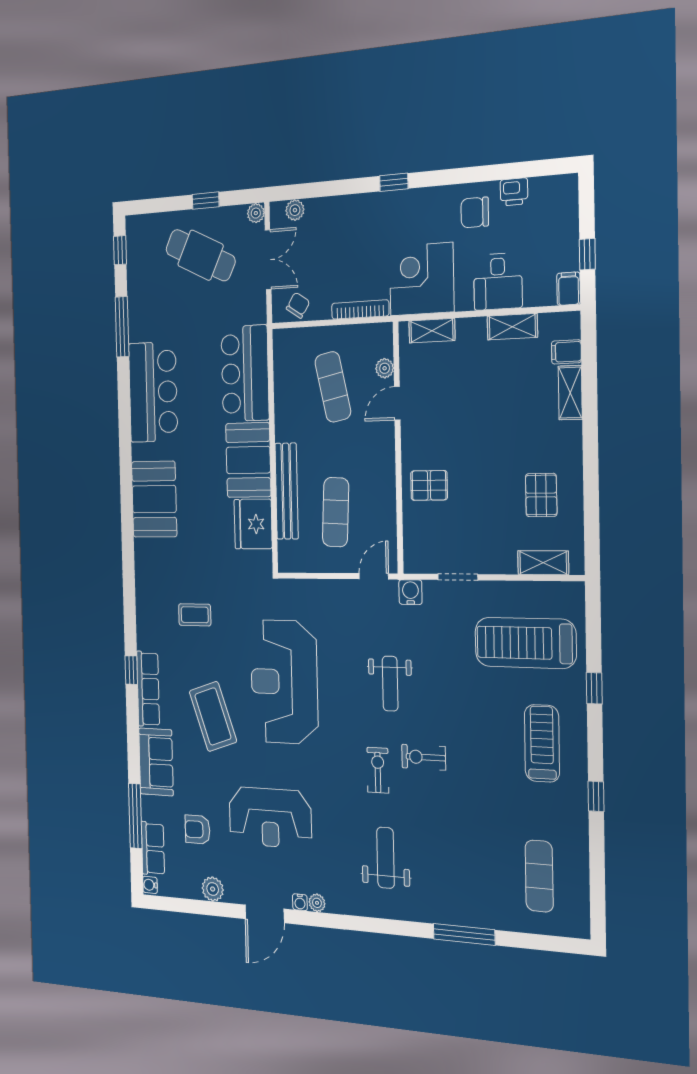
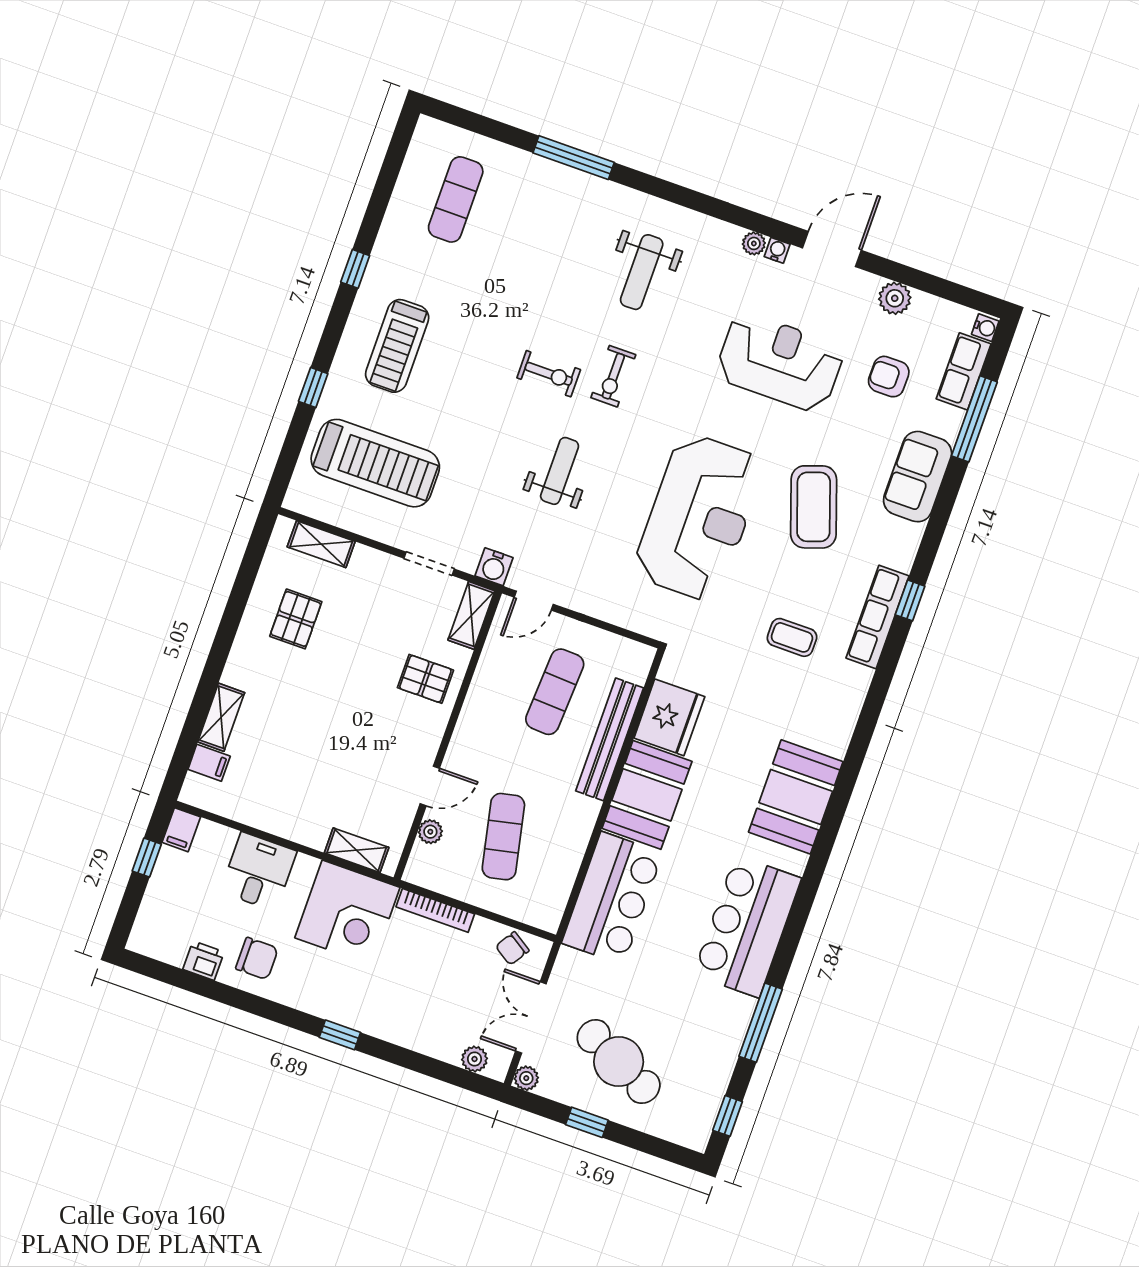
shelving: (512, 327) -> (471, 615), moved, turned 90
row of seats: (148, 689) -> (877, 617), moved
armchair: (197, 830) -> (889, 377), turned 180

